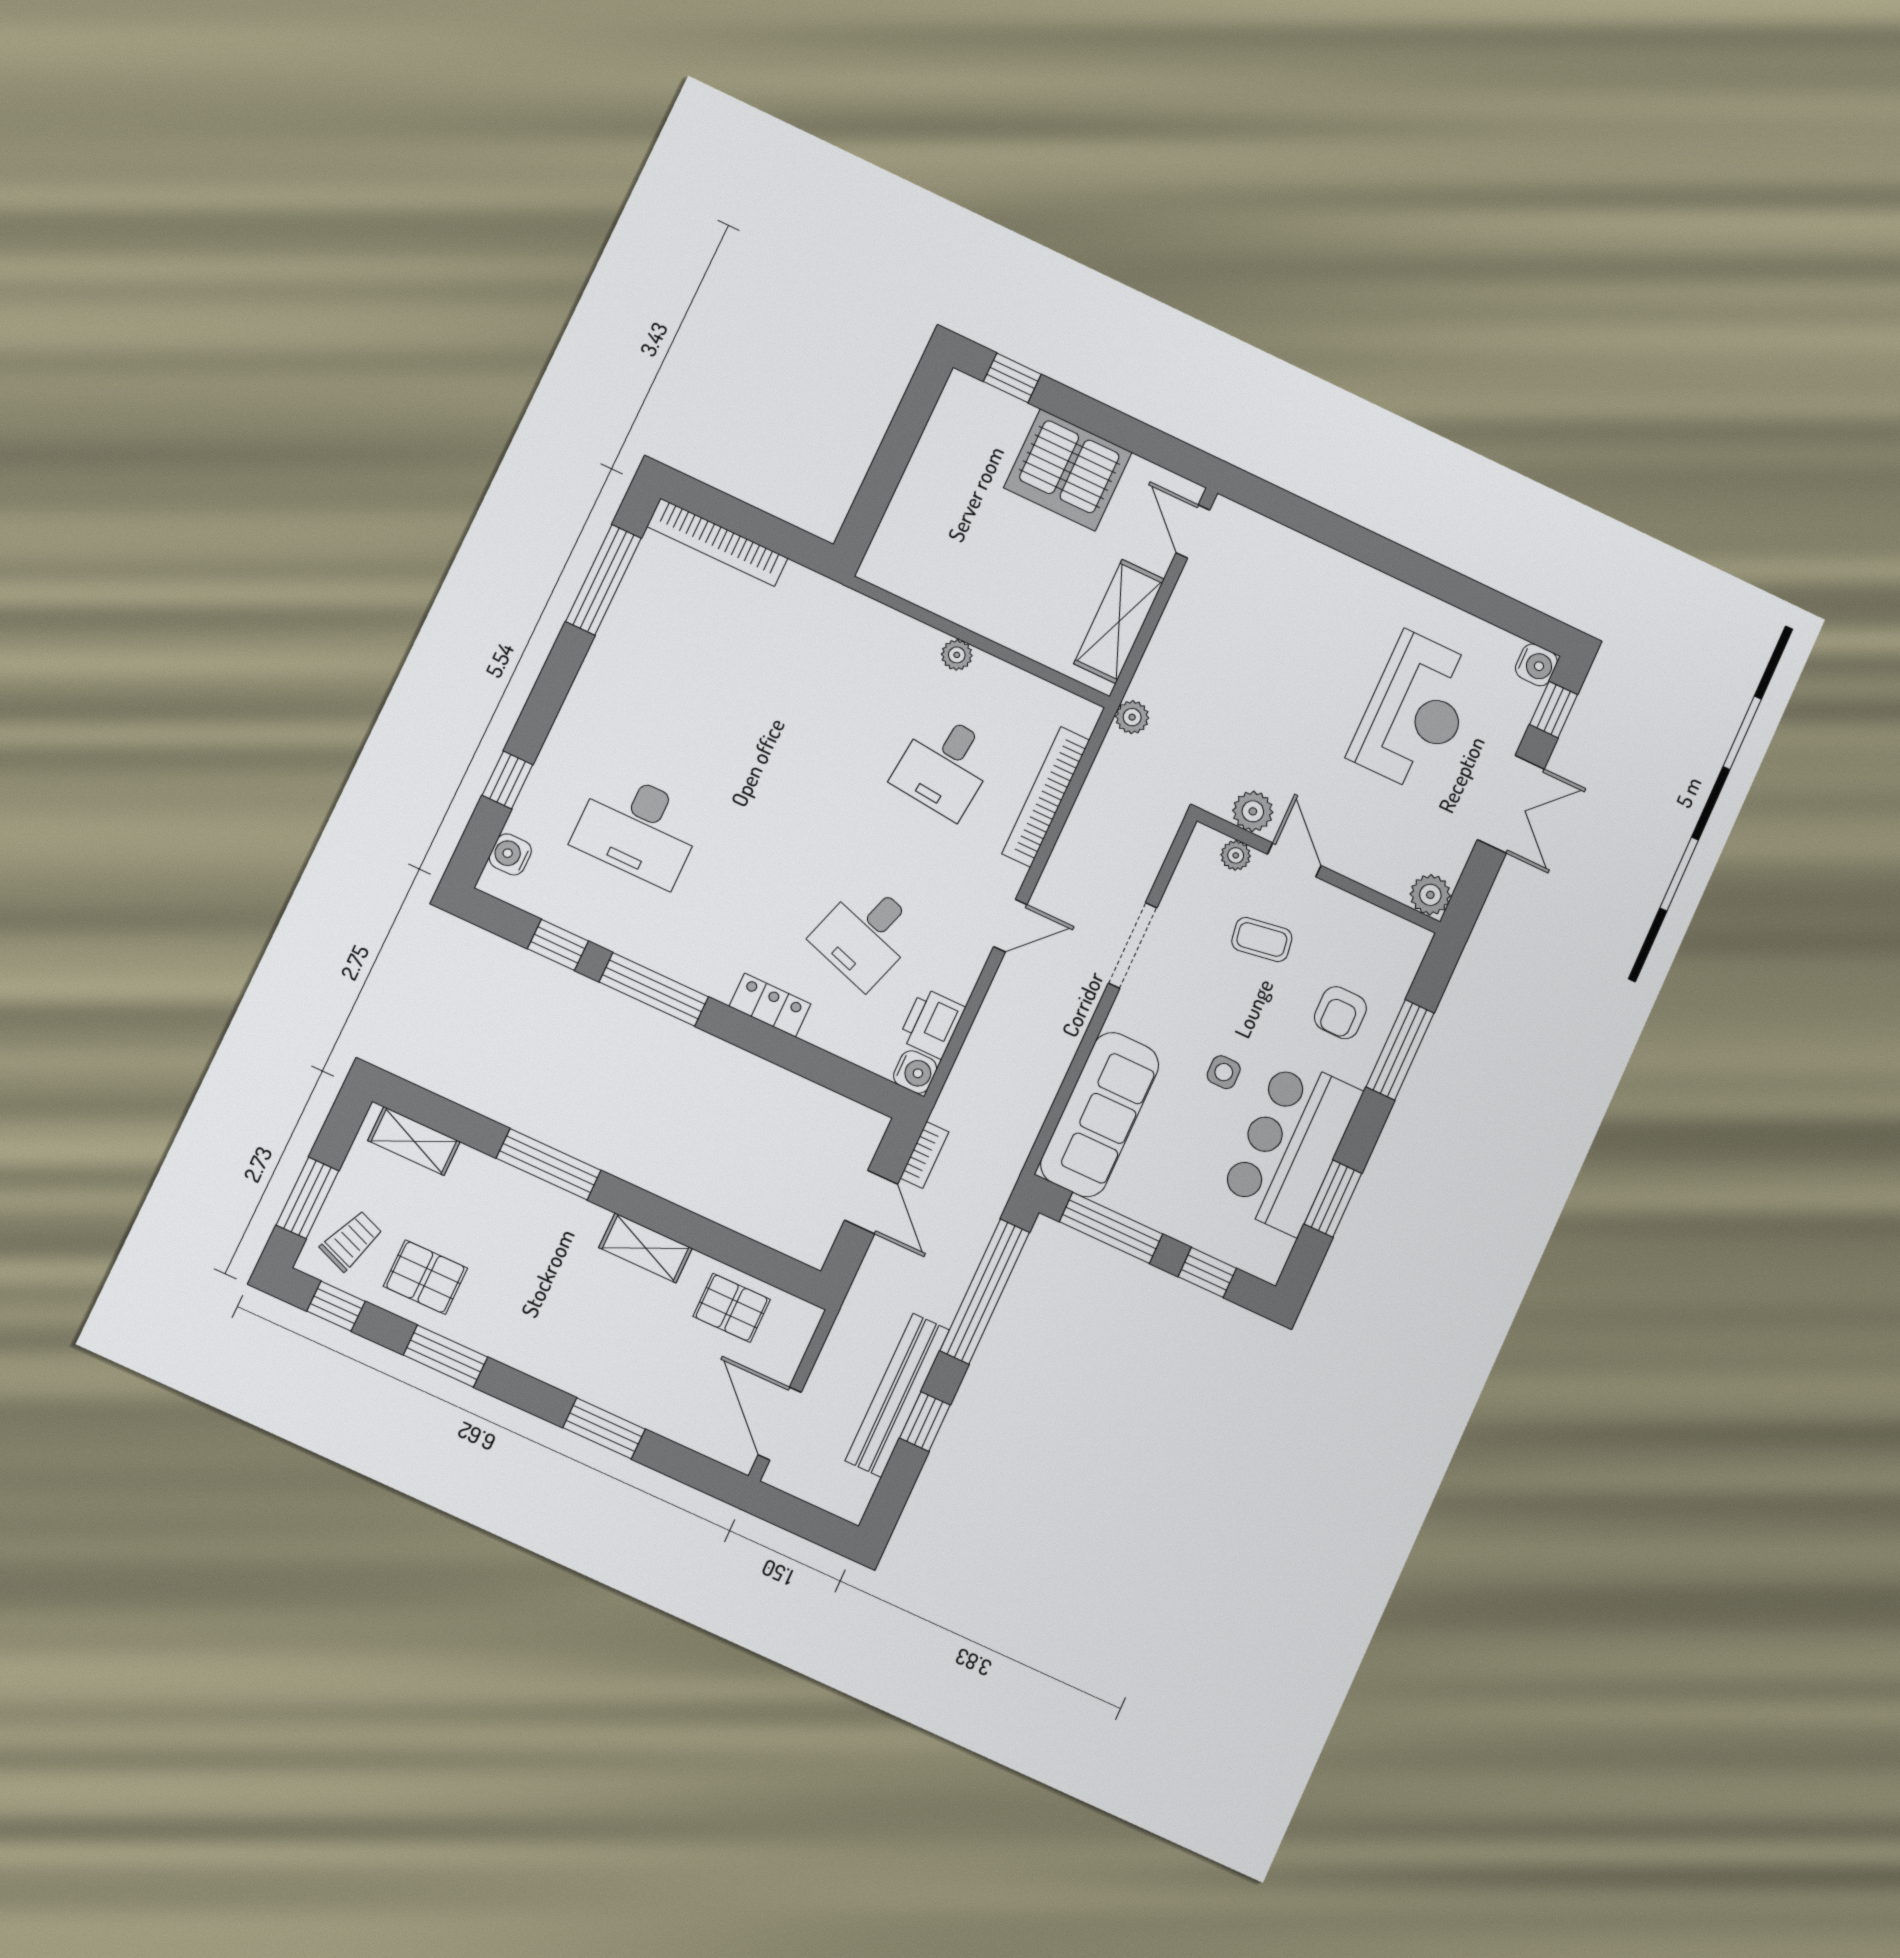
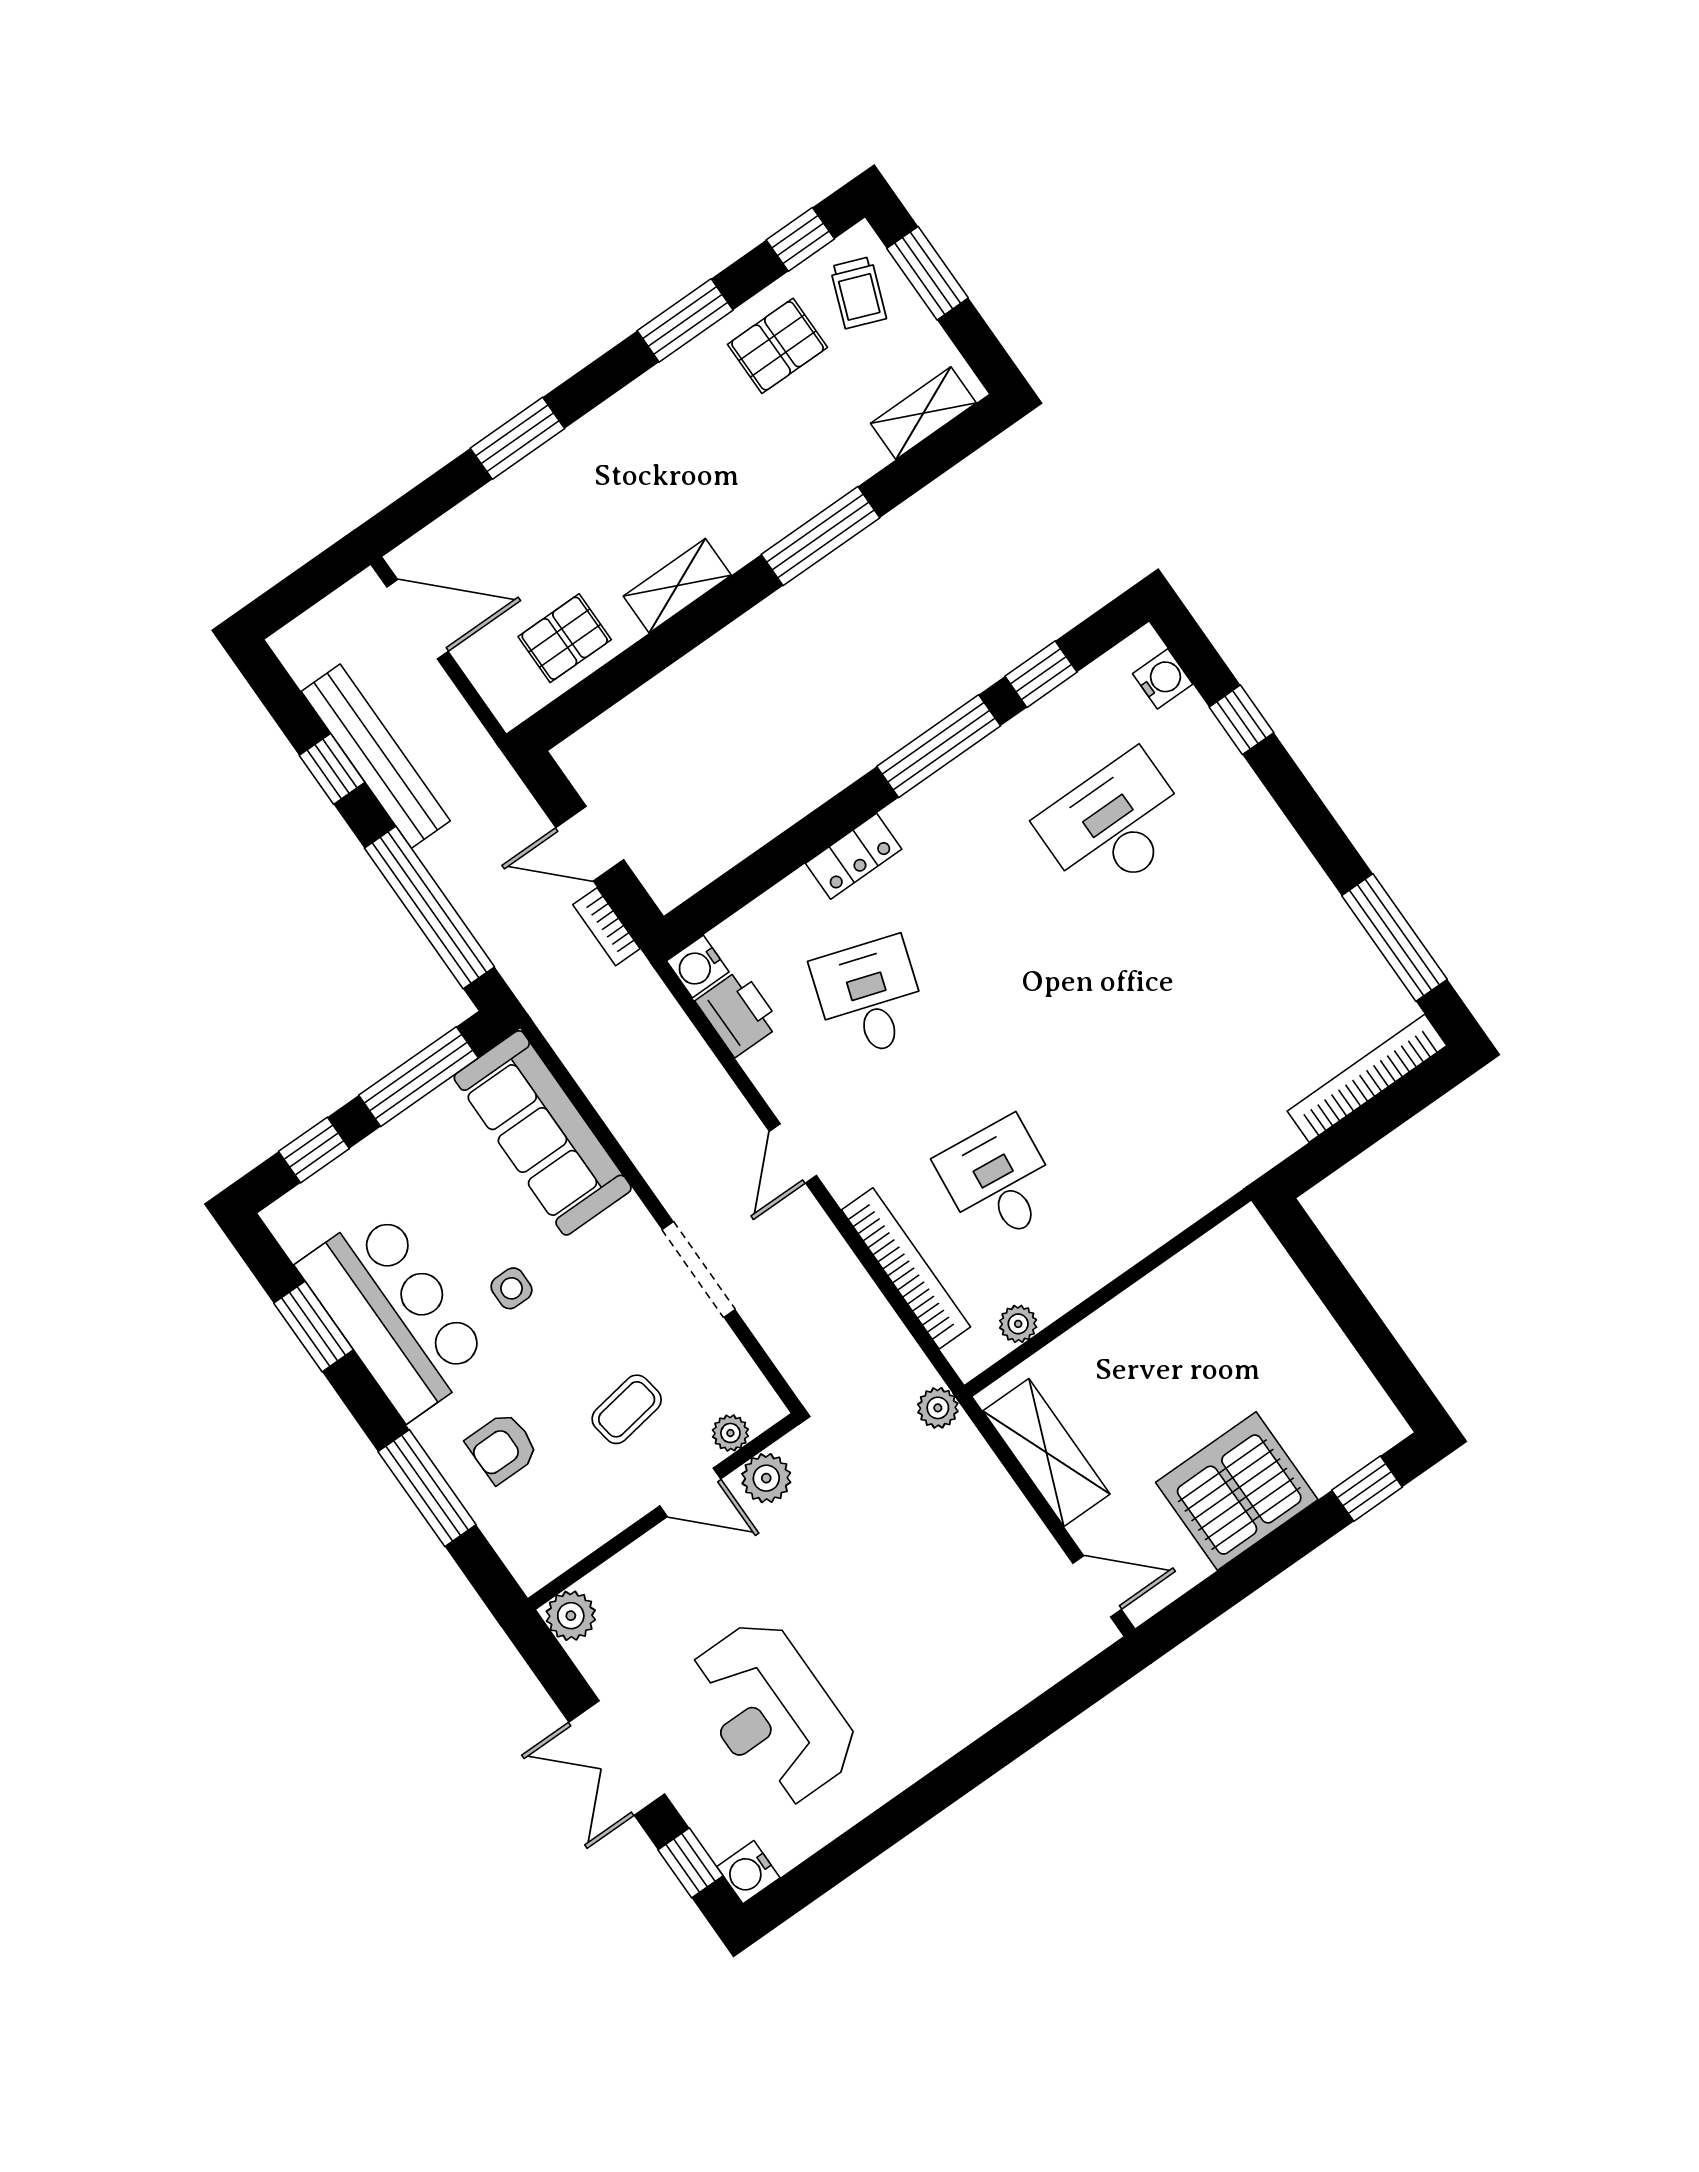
plant: (957, 655) -> (1018, 1324), moved
armchair: (1340, 1013) -> (502, 1448), turned -90

